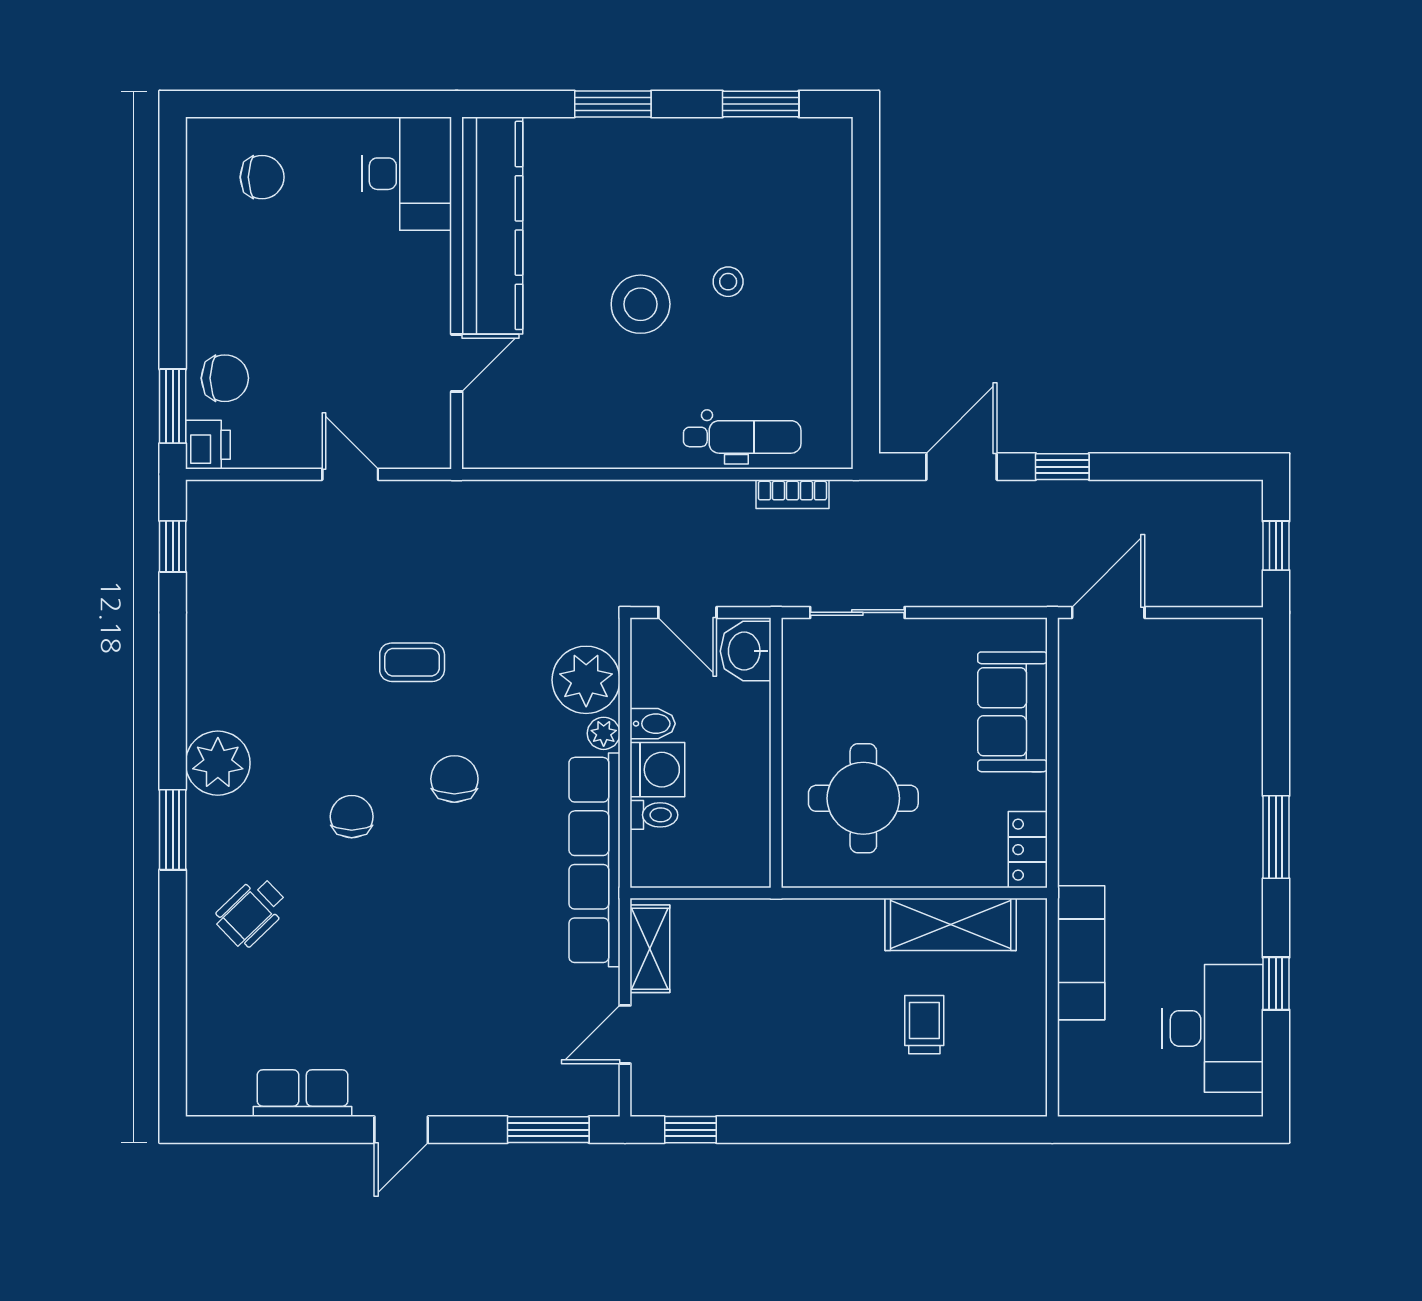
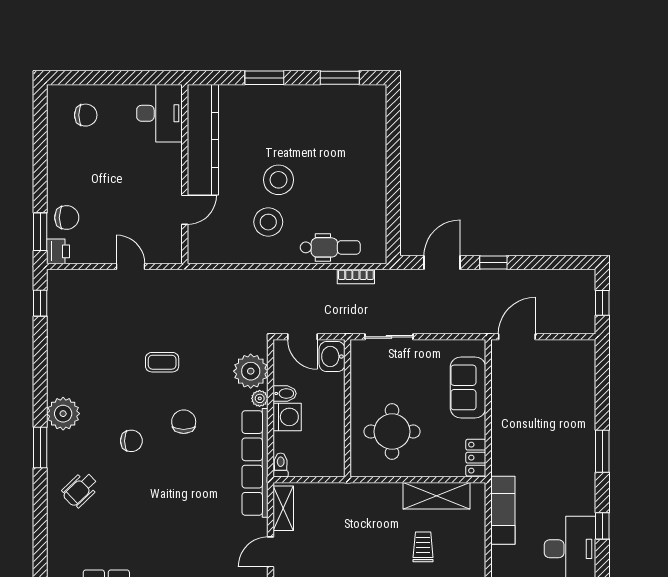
stool: (728, 282) -> (268, 222), moved, width x1.89, depth x1.89
toilet: (654, 815) -> (281, 465), moved, turned -90
chair: (352, 817) -> (131, 441), turned 90

